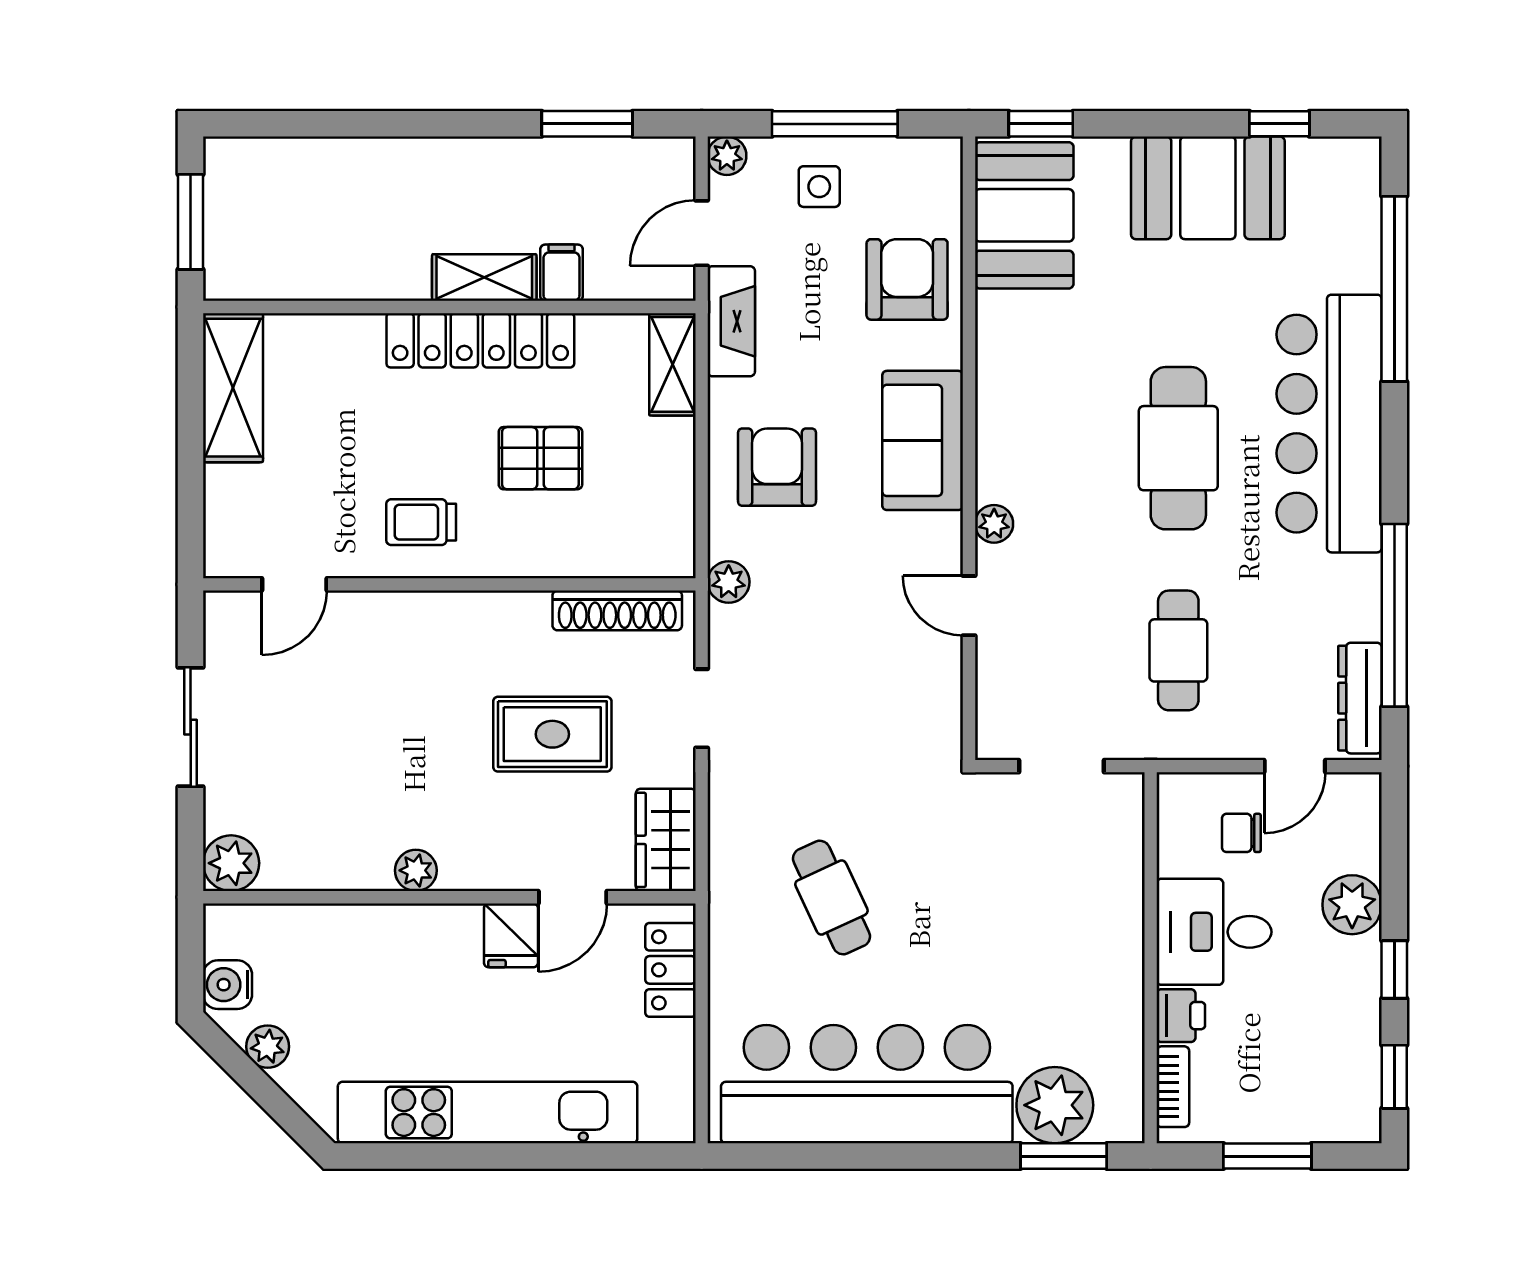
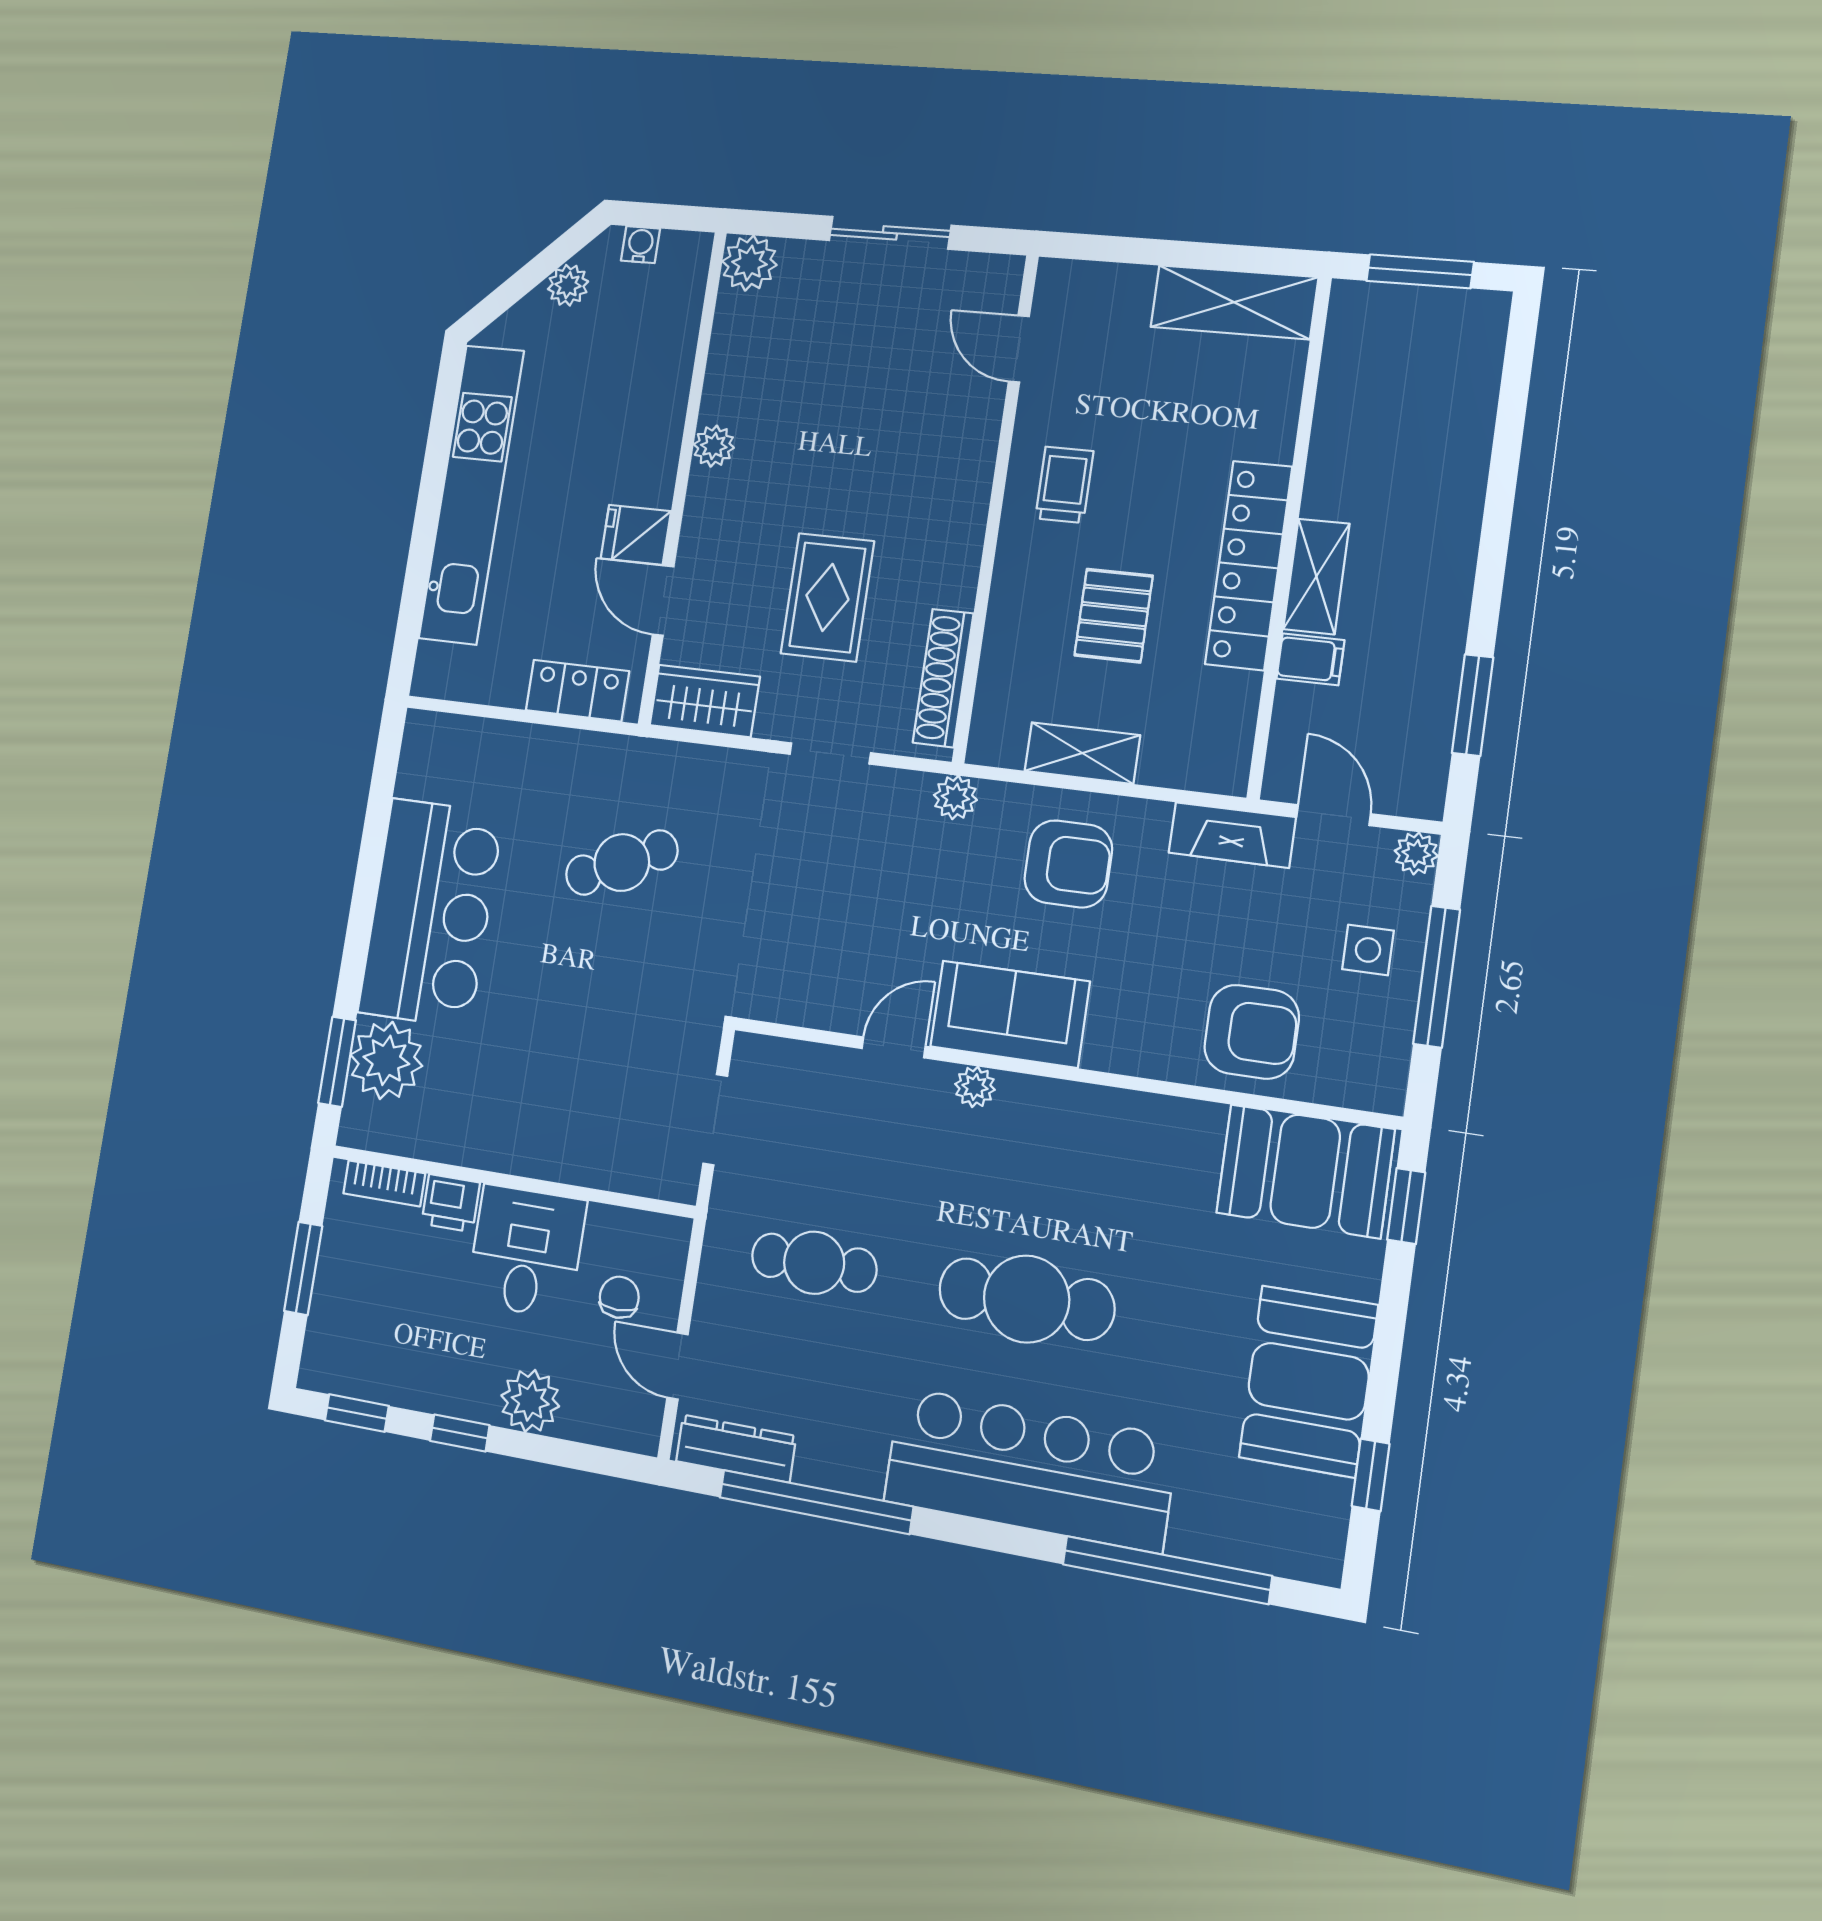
shelving: (672, 364) -> (1082, 753), moved
sofa: (923, 440) -> (1010, 1014), moved
water cooler: (228, 985) -> (640, 245), width x0.72, depth x0.72
bar counter: (867, 1084) -> (431, 913), width x0.73

